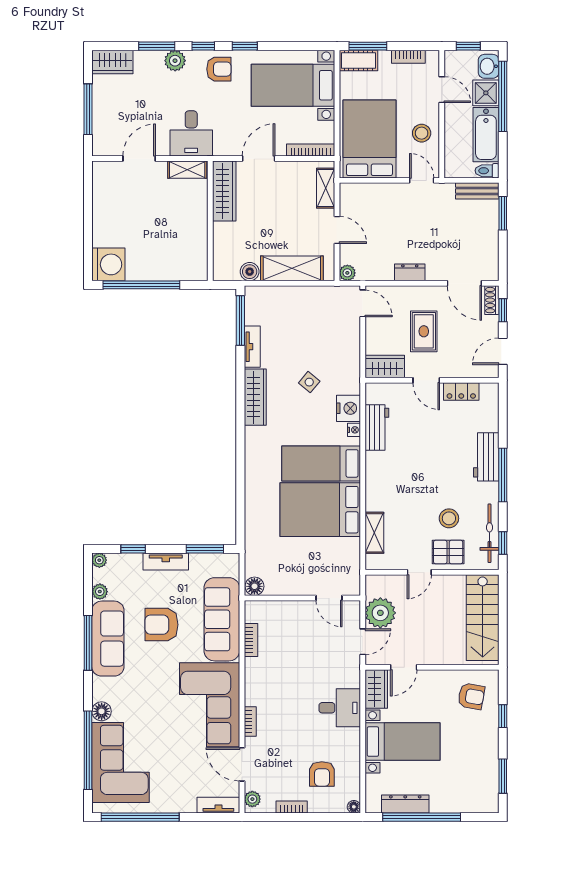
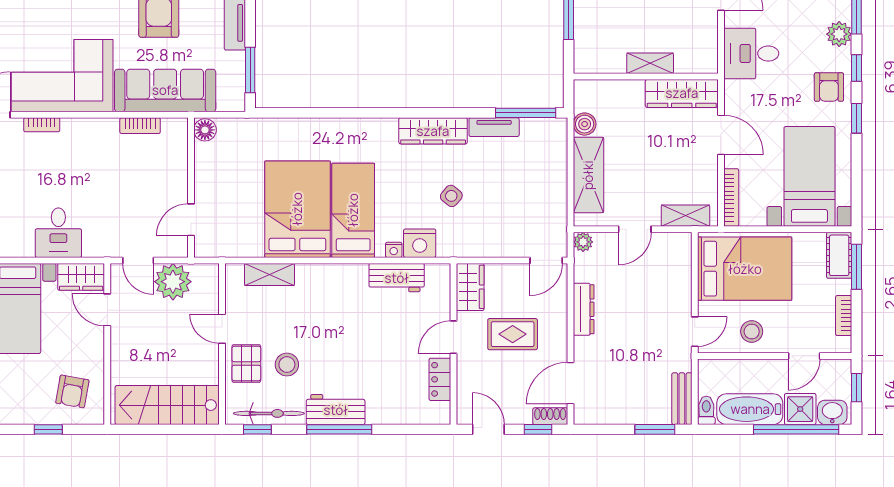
shelving: (187, 170) -> (650, 63), moved, turned 90
dresser: (410, 272) -> (584, 309), width x1.44
workbench: (486, 457) -> (336, 410), moved

